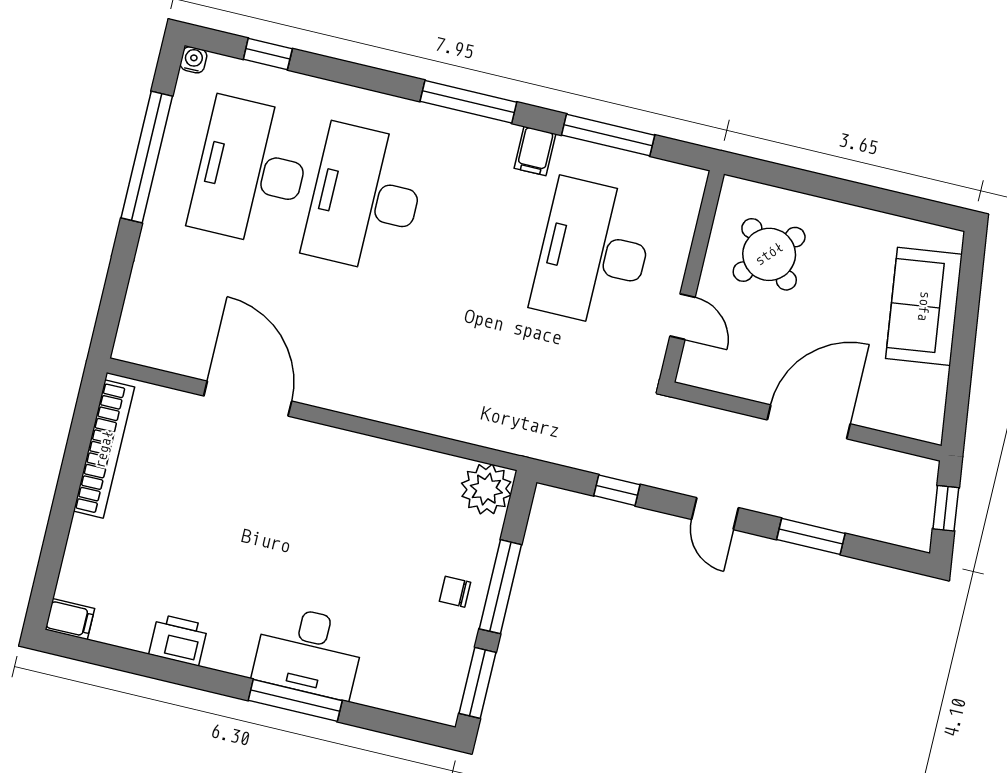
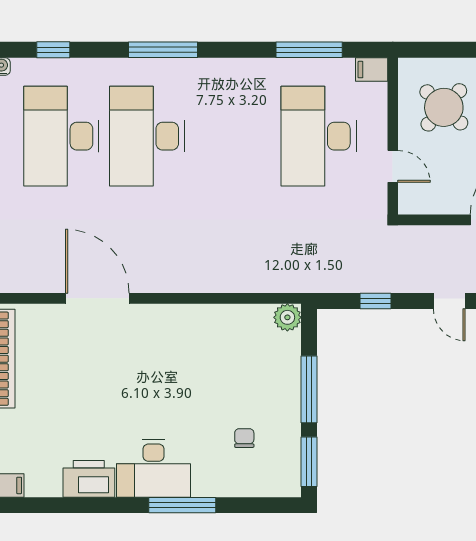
window: (468, 102) -> (163, 50), moved
filing cabinet: (535, 151) -> (372, 70), moved, turned 90
plant: (486, 489) -> (287, 317), width x0.73, depth x0.73
chair: (455, 592) -> (244, 438), moved, turned 90
printer: (178, 640) -> (89, 479), width x1.37, depth x1.19
desk: (309, 652) -> (153, 468), moved

